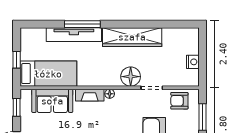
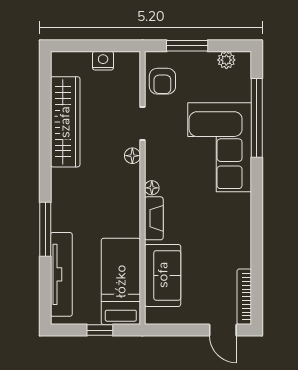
tv unit: (74, 35) -> (61, 274), moved
wardrobe: (132, 37) -> (65, 122), moved
floor lamp: (131, 77) -> (132, 156), width x0.53, depth x0.53
window: (17, 107) -> (173, 330), removed

